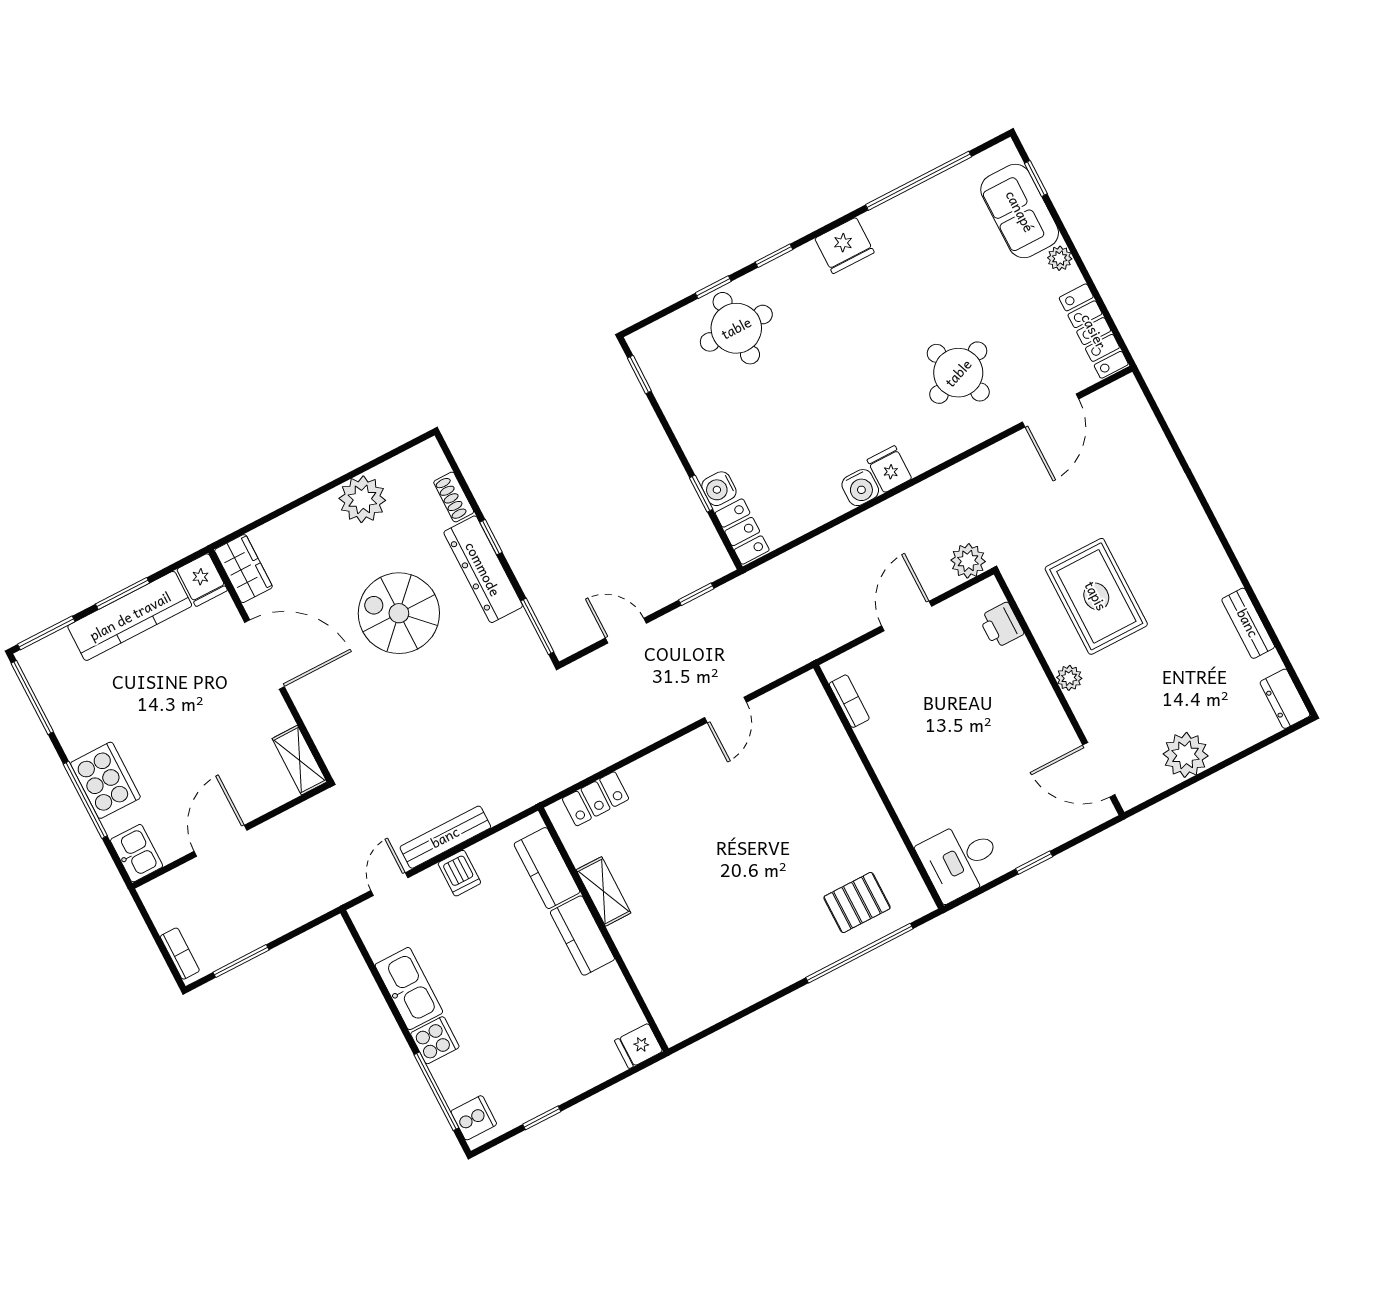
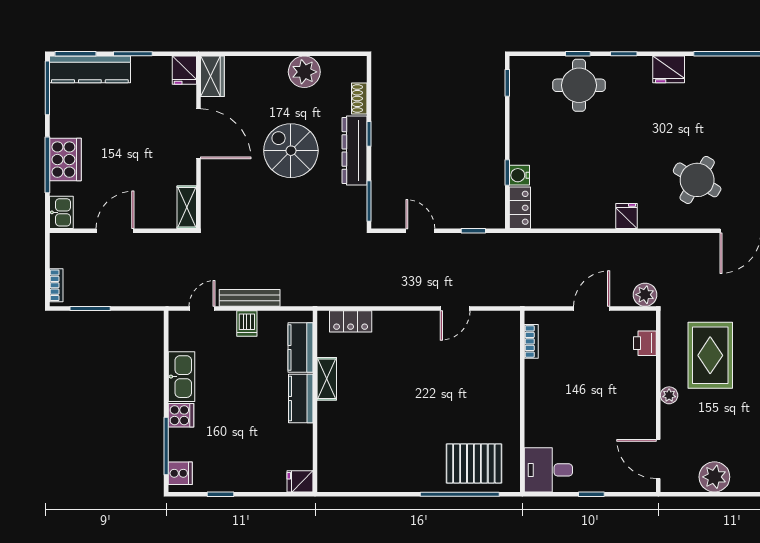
round table: (958, 373) -> (697, 180), turned -38
water cooler: (860, 488) -> (604, 218), removed
kitchen counter: (130, 616) -> (90, 69), moved
pallet: (857, 903) -> (474, 463), width x1.50, depth x1.42

